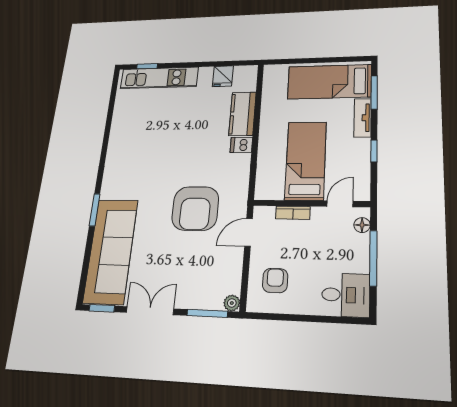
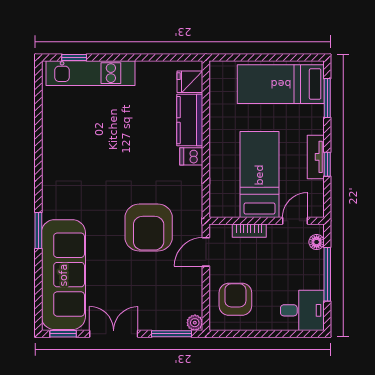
fridge: (223, 76) -> (190, 82), moved, turned 90
tv unit: (363, 118) -> (316, 157), moved
armchair: (275, 281) -> (235, 299), width x1.38, depth x1.38

